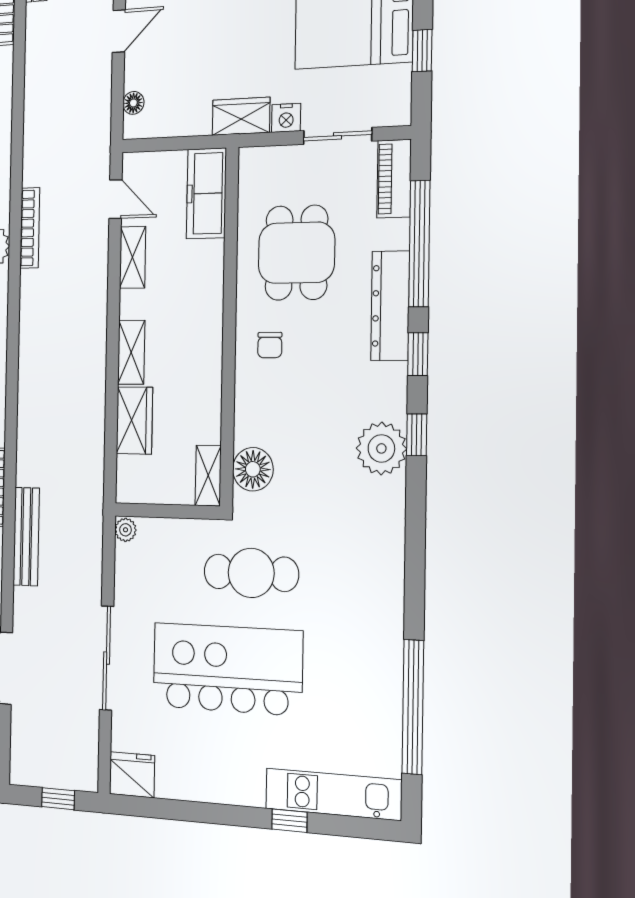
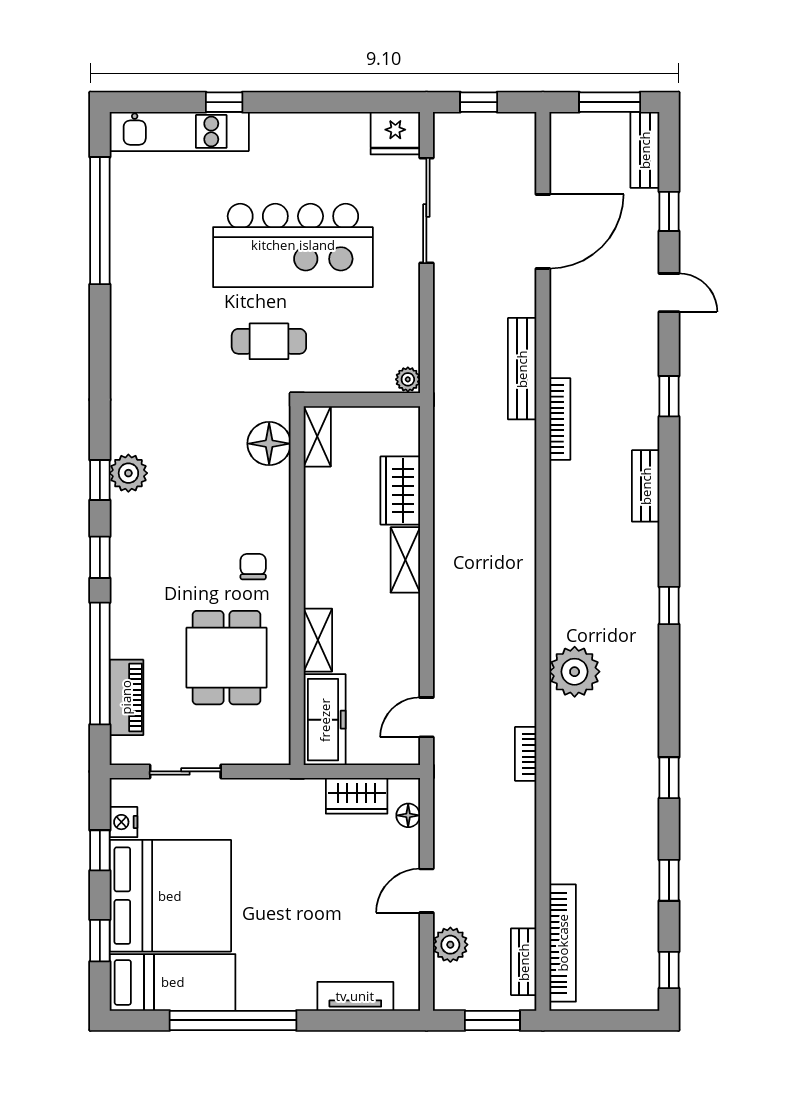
wardrobe: (241, 116) -> (357, 796), moved
nightstand: (286, 118) -> (124, 822), moved, turned -90
piano: (394, 179) -> (126, 697), moved
door: (116, 199) -> (426, 717), hinge flipped
bookcase: (30, 228) -> (526, 754), moved, width x0.64
shelving: (133, 257) -> (318, 640), moved
dresser: (390, 306) -> (128, 604), removed
plant: (381, 448) -> (128, 473), width x0.73, depth x0.73
cafe table: (251, 573) -> (269, 341), width x0.73, depth x0.74
sliding door: (107, 658) -> (426, 211), moved

